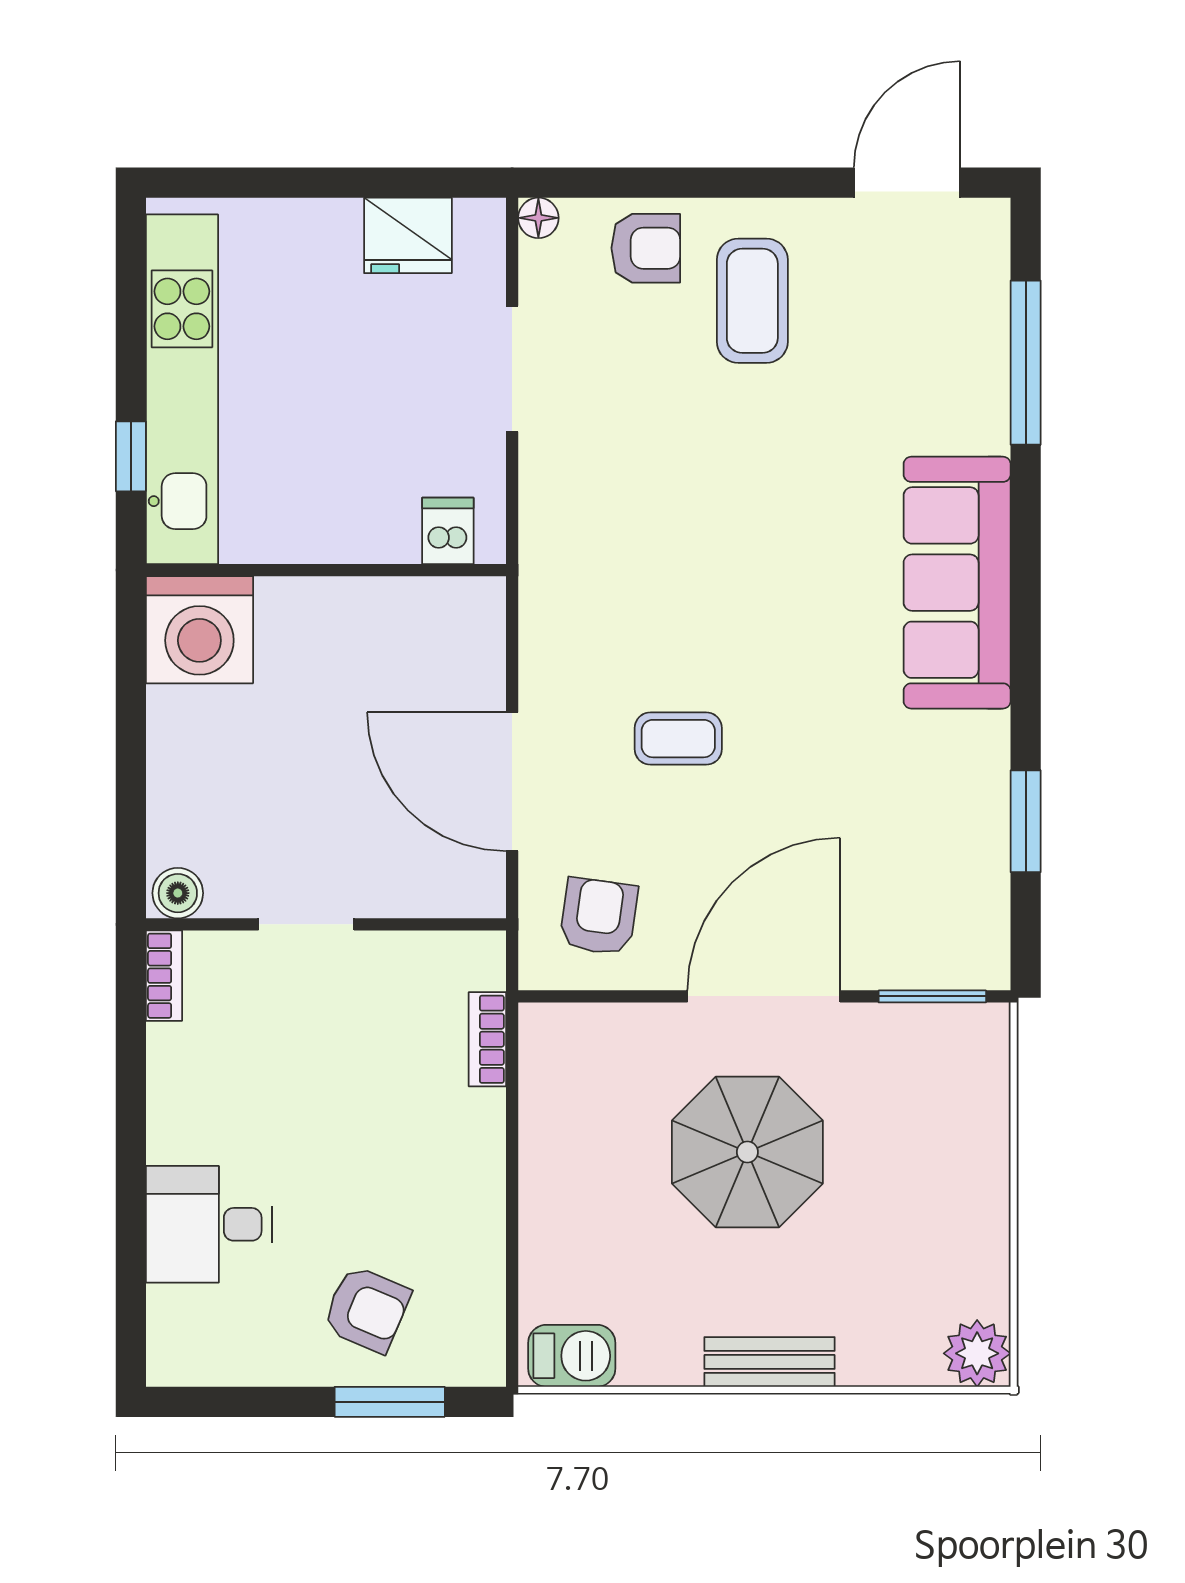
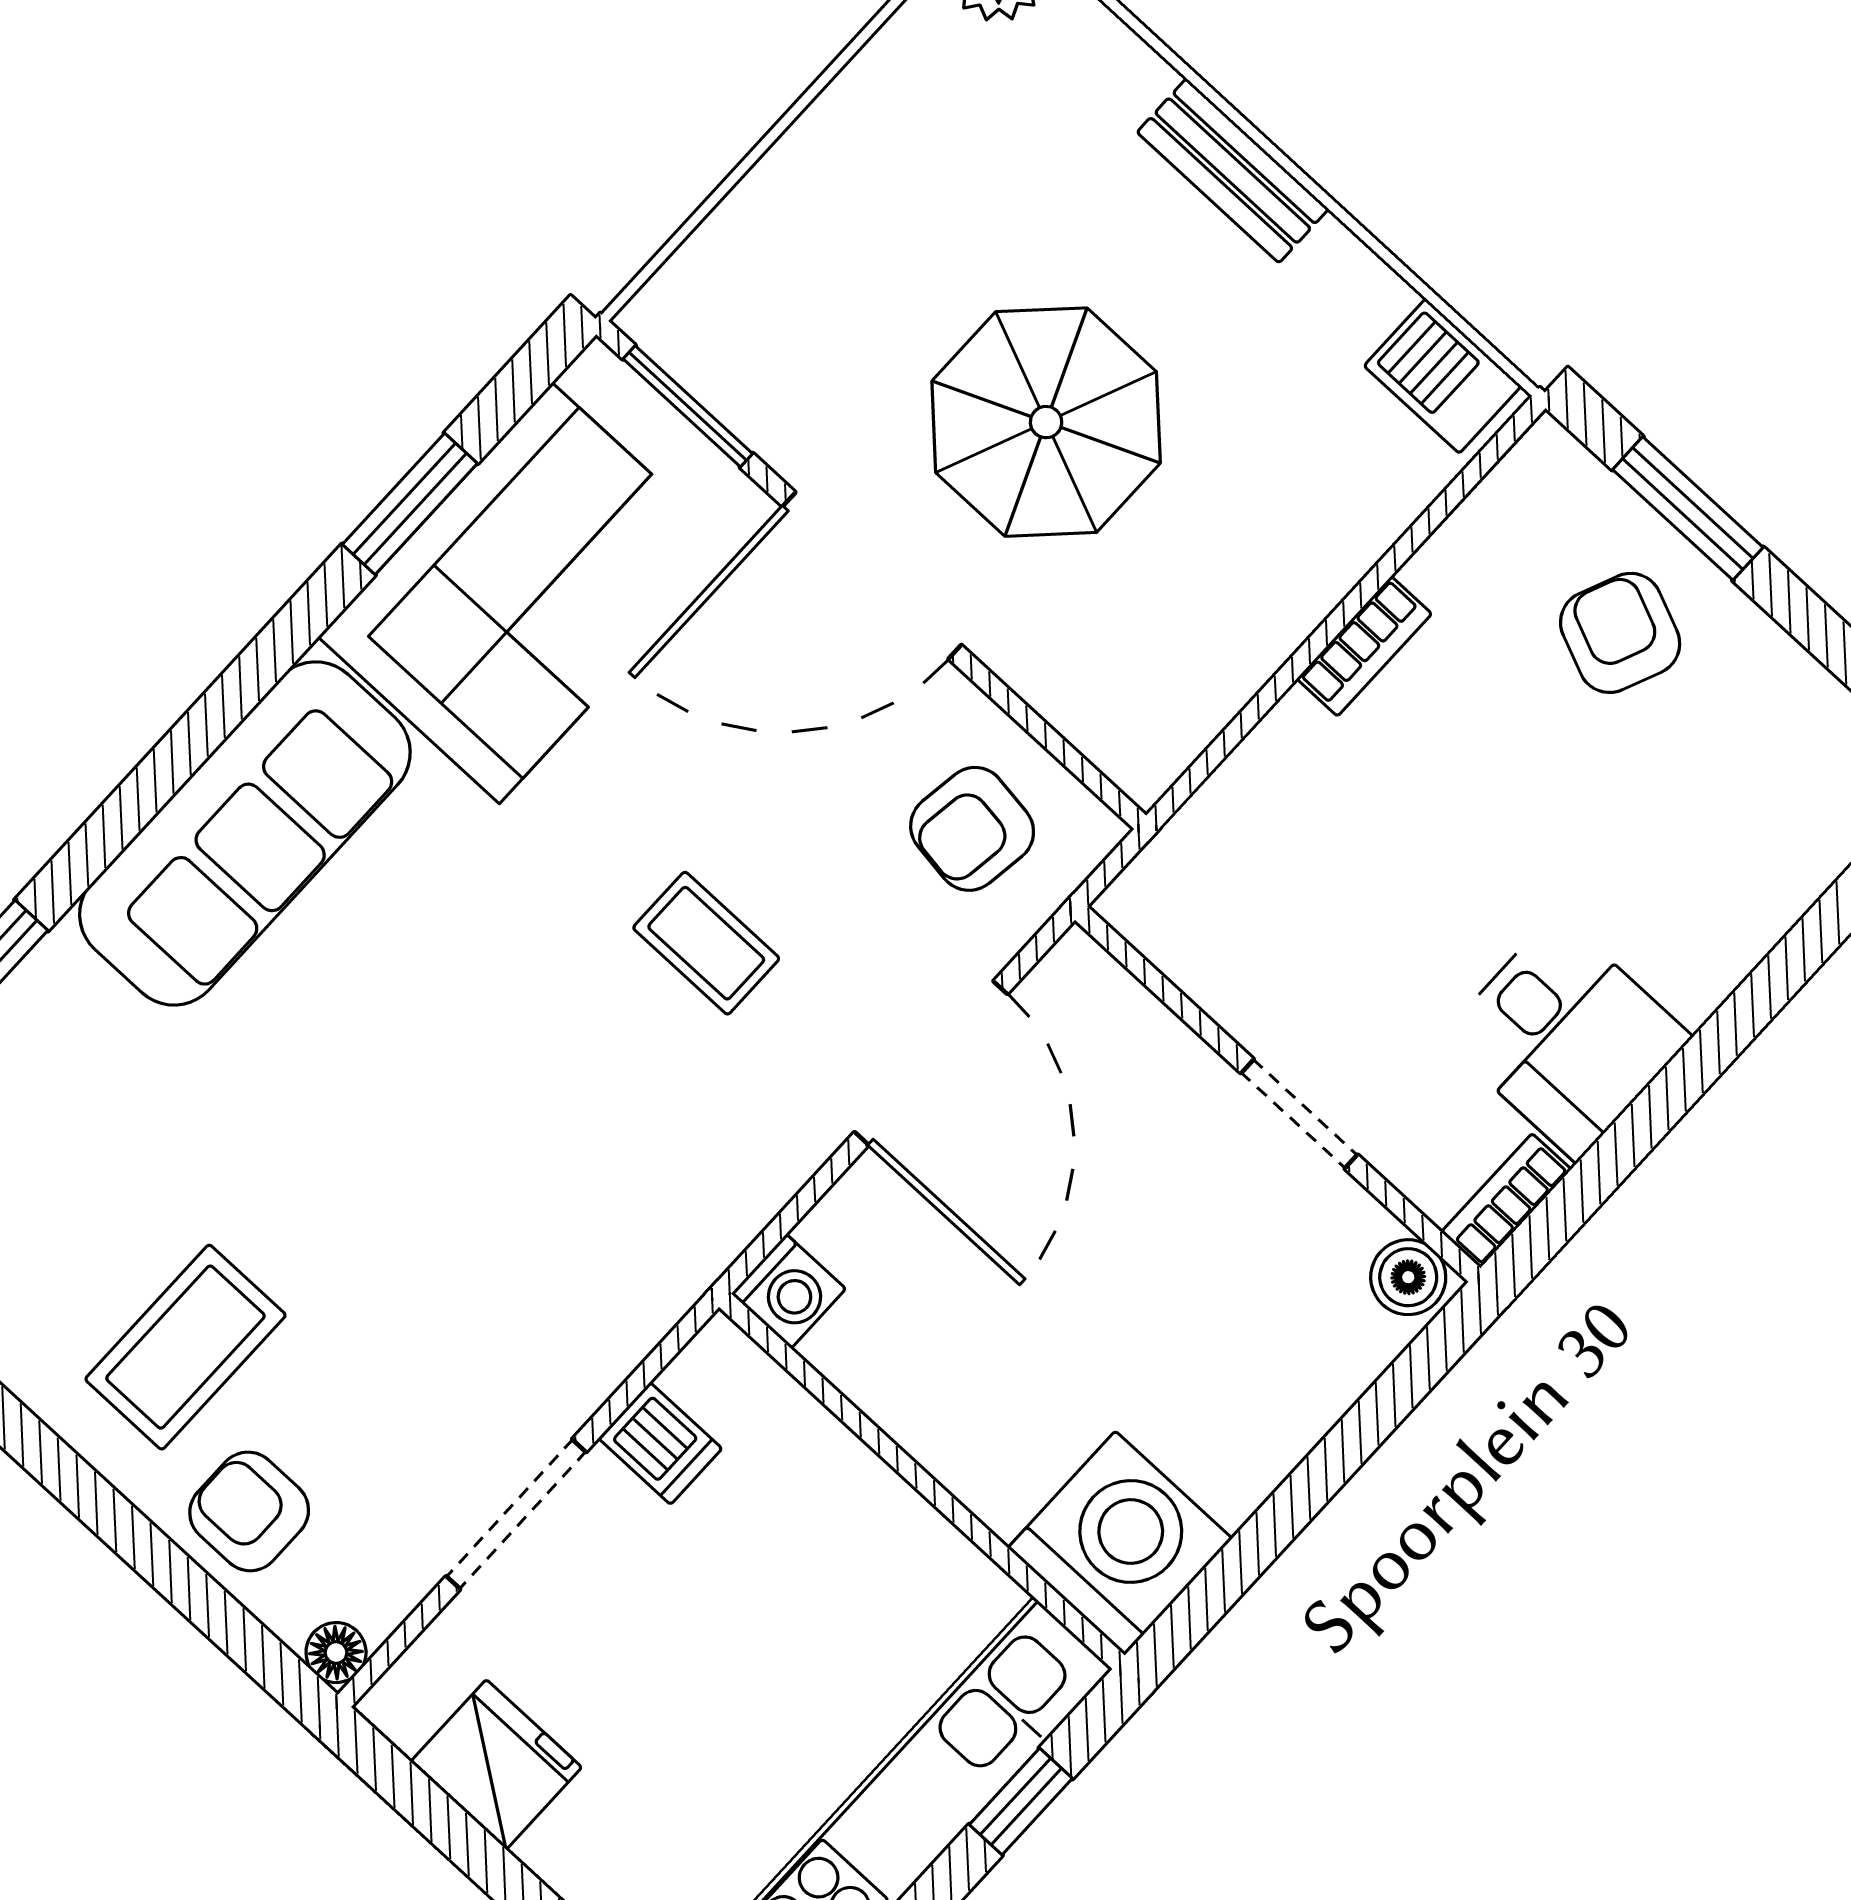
dishwasher: (448, 531) -> (660, 1443), moved, turned -90
washing machine: (479, 603) -> (788, 1291), added
corner sofa: (927, 830) -> (526, 593), added
bookcase: (487, 1039) -> (1364, 646), moved
desk: (209, 1224) -> (1566, 1037), moved

